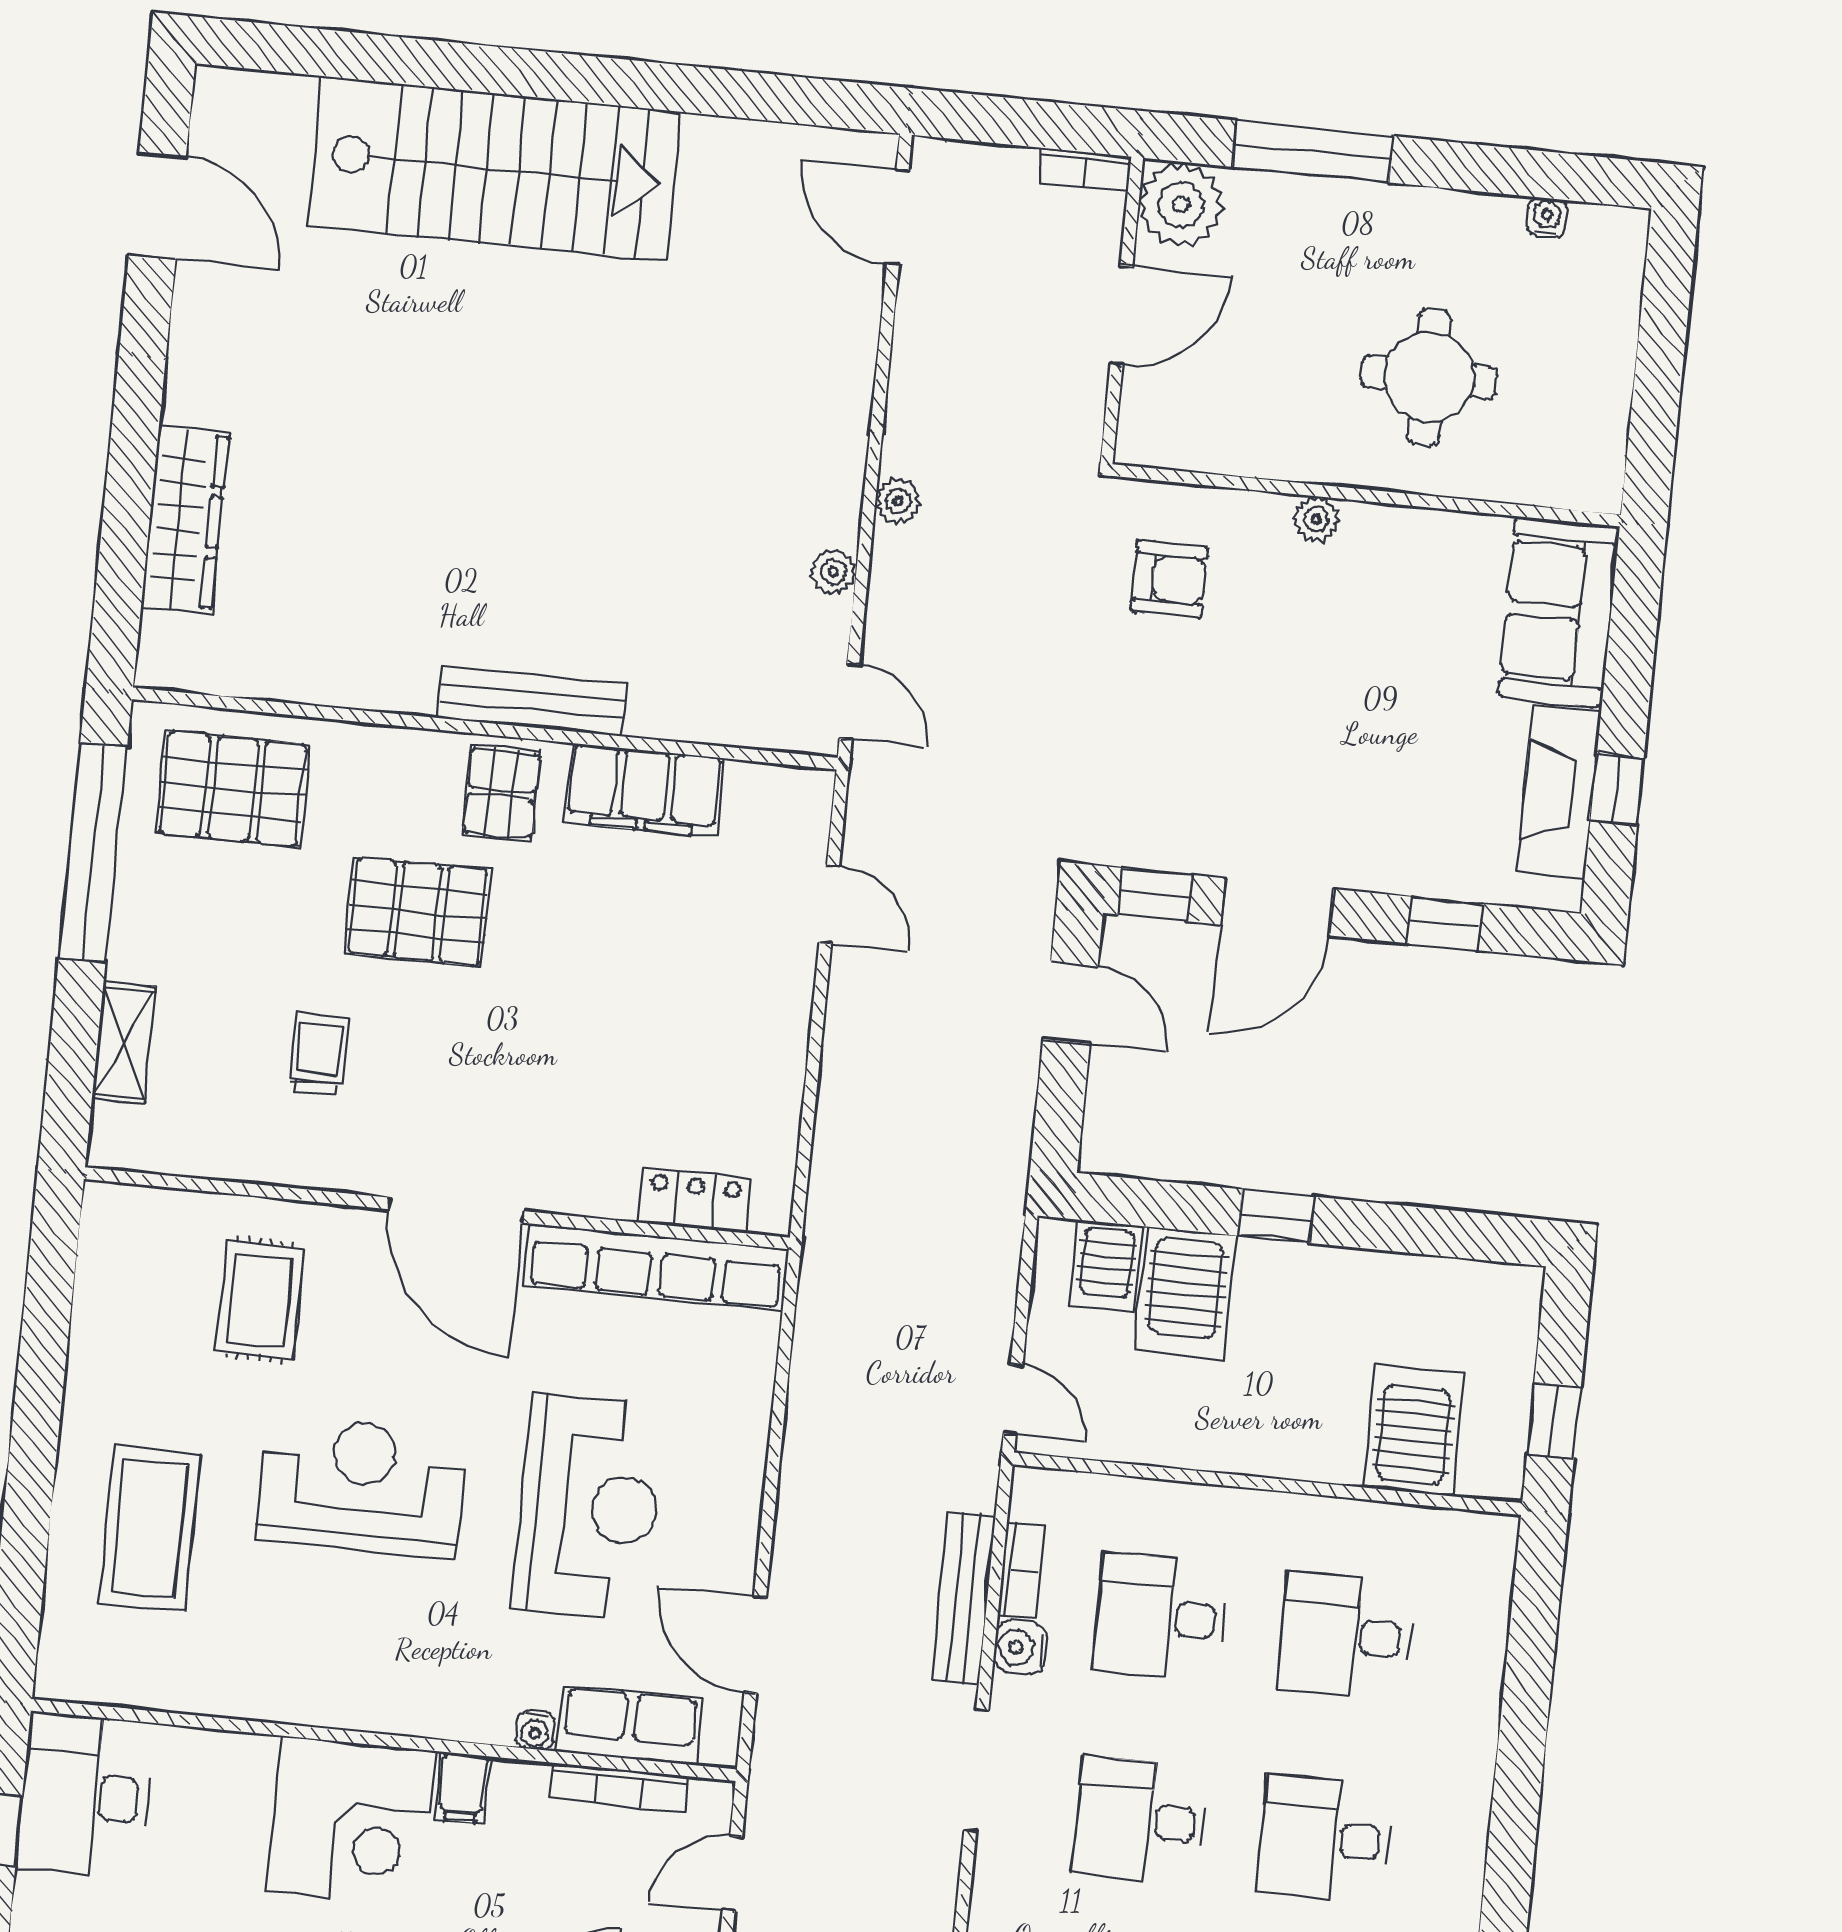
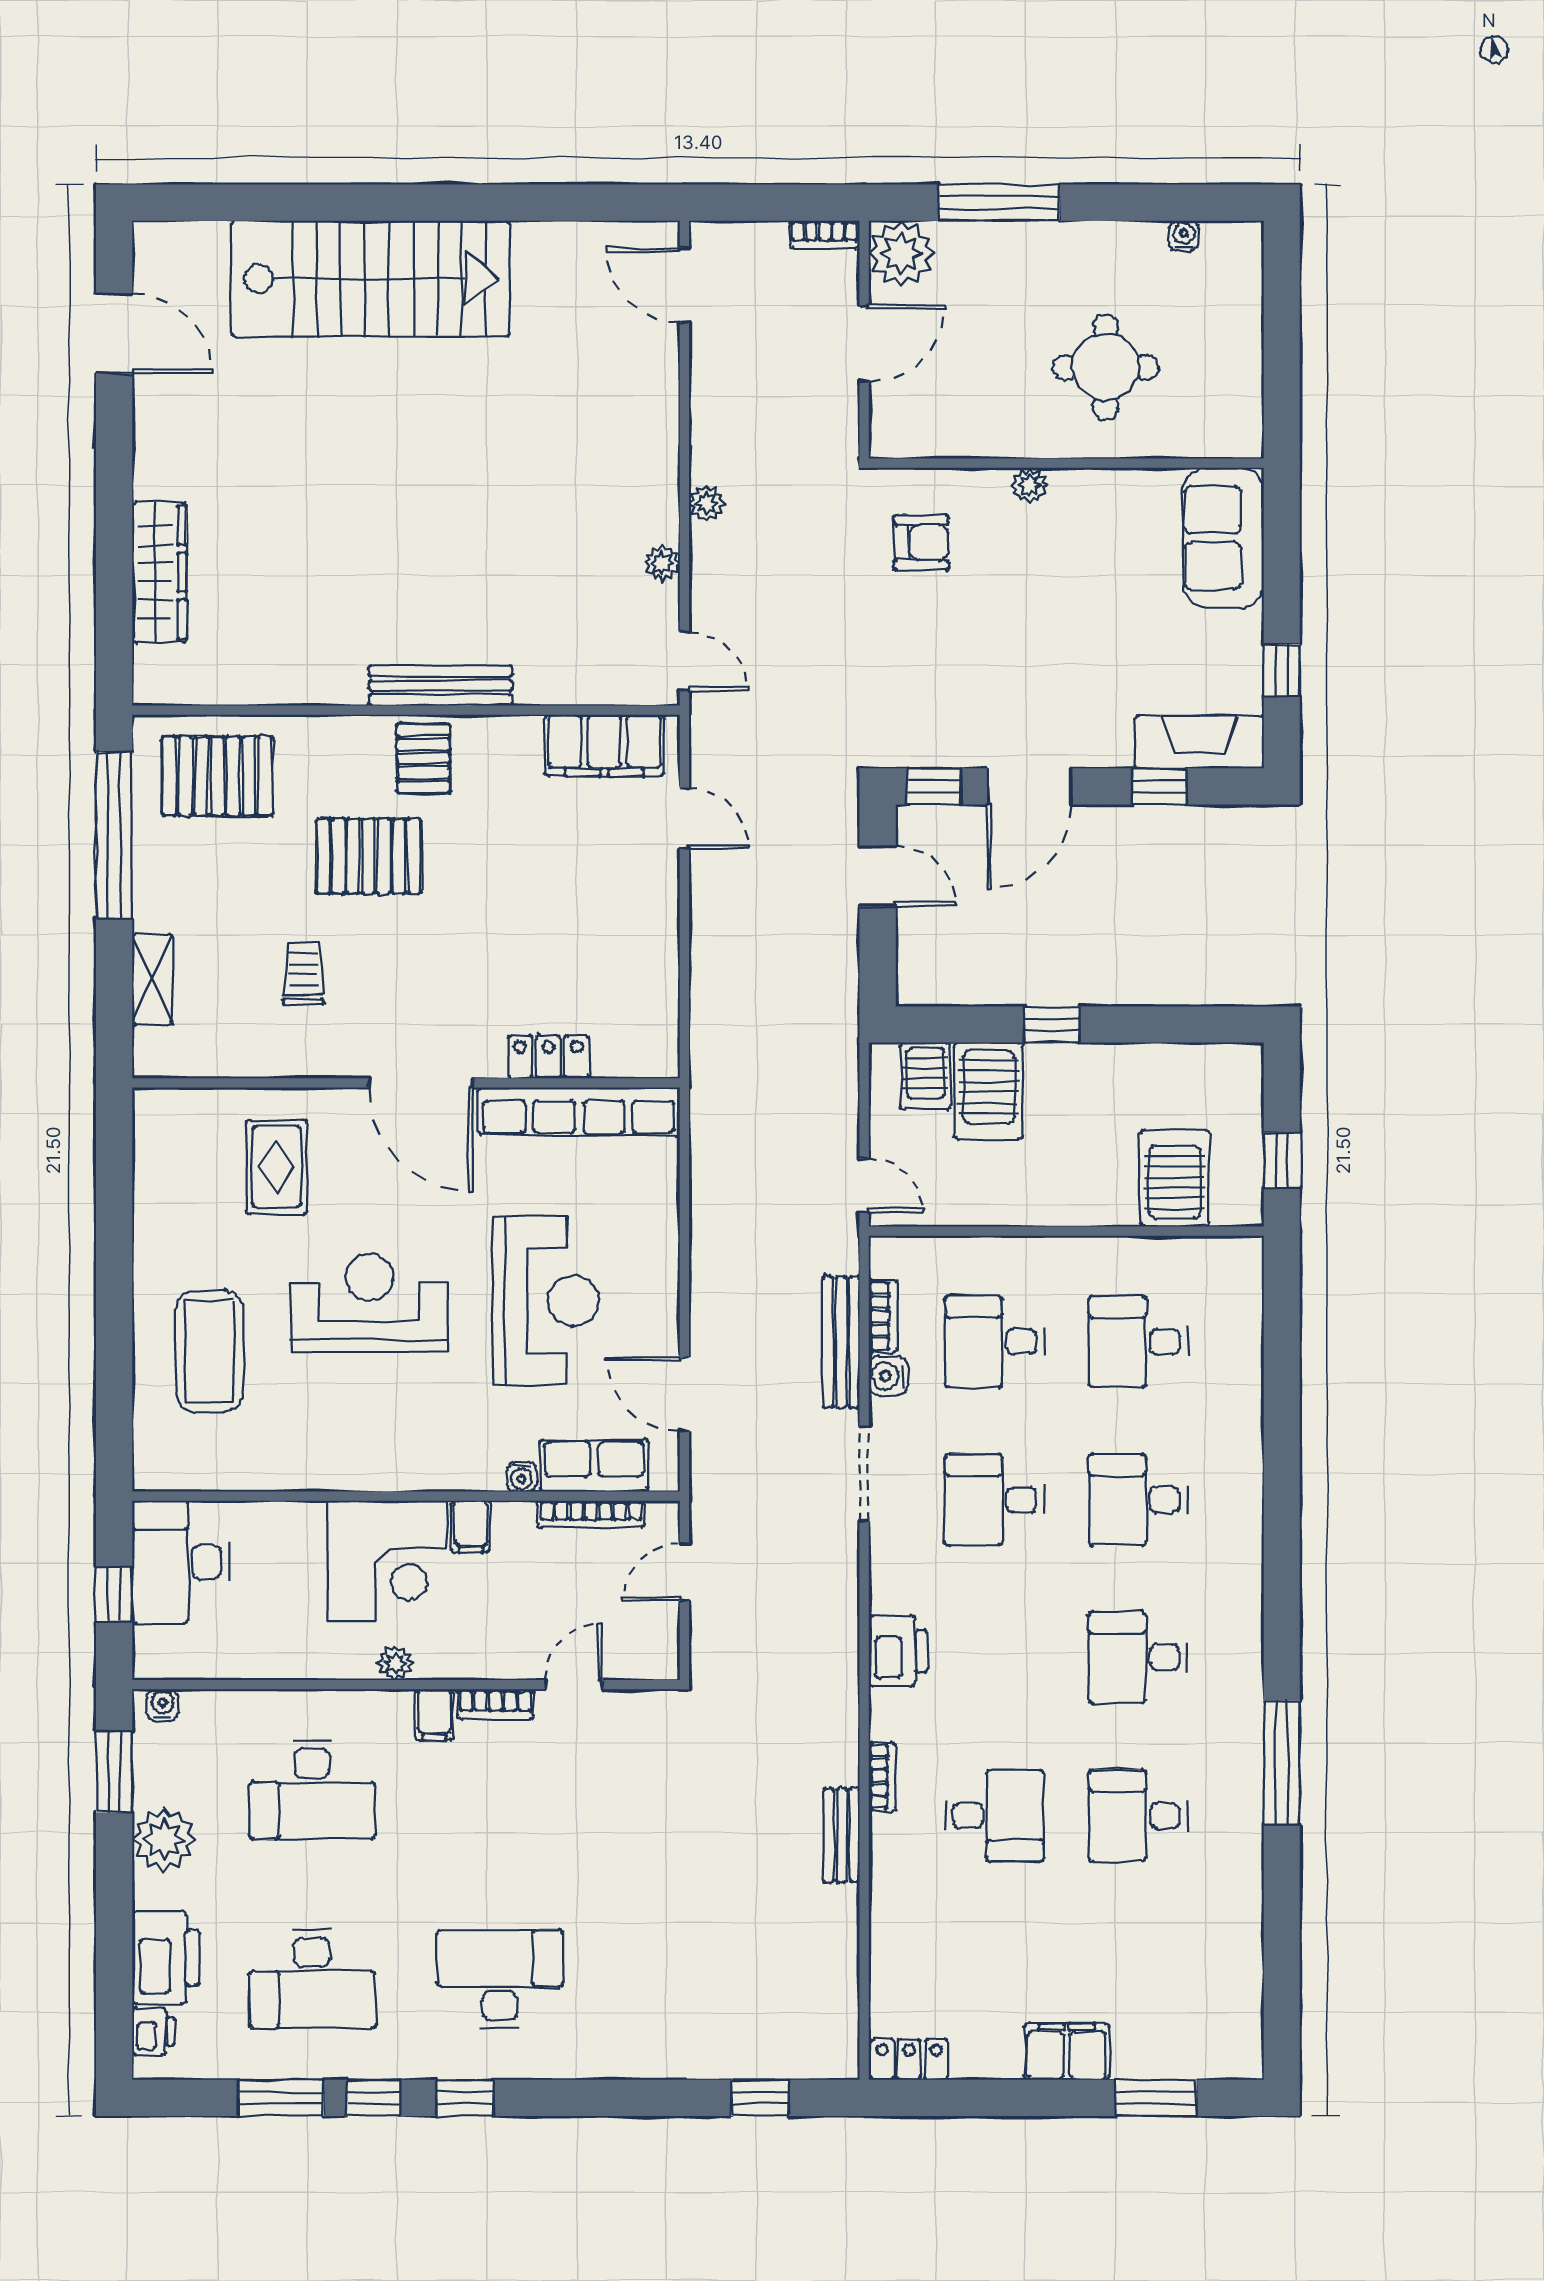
filing cabinet: (644, 790) -> (604, 745), moved
fireplace: (1559, 792) -> (1199, 742), moved, turned 90
locker: (695, 1200) -> (548, 1057), moved

